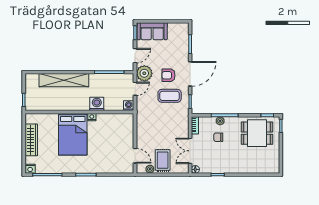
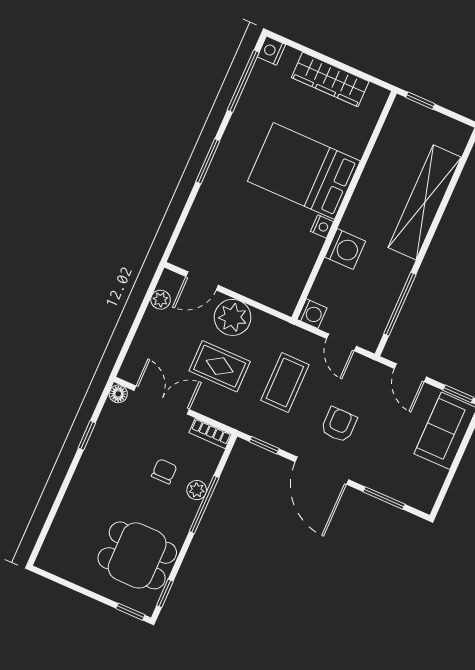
plant: (144, 73) -> (233, 317), moved
coffee table: (170, 96) -> (285, 382), moved
dining table: (257, 133) -> (137, 555), turned 90
rug: (163, 160) -> (220, 366), moved

